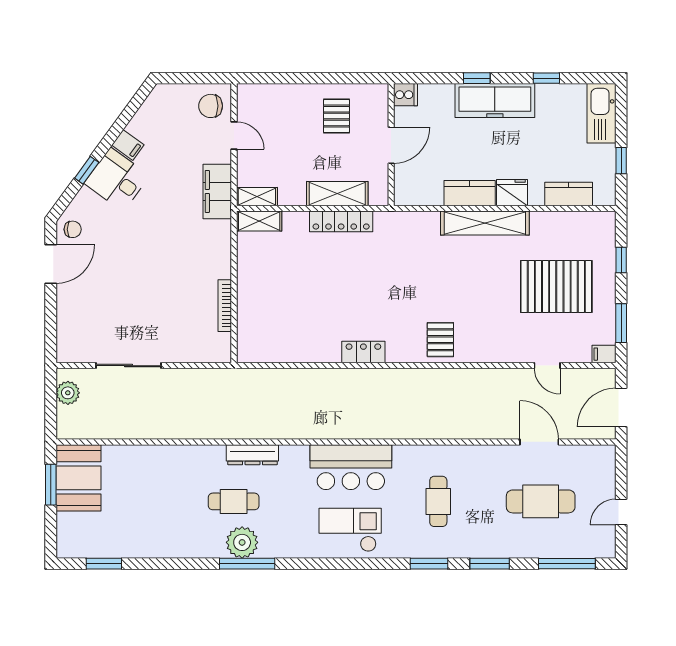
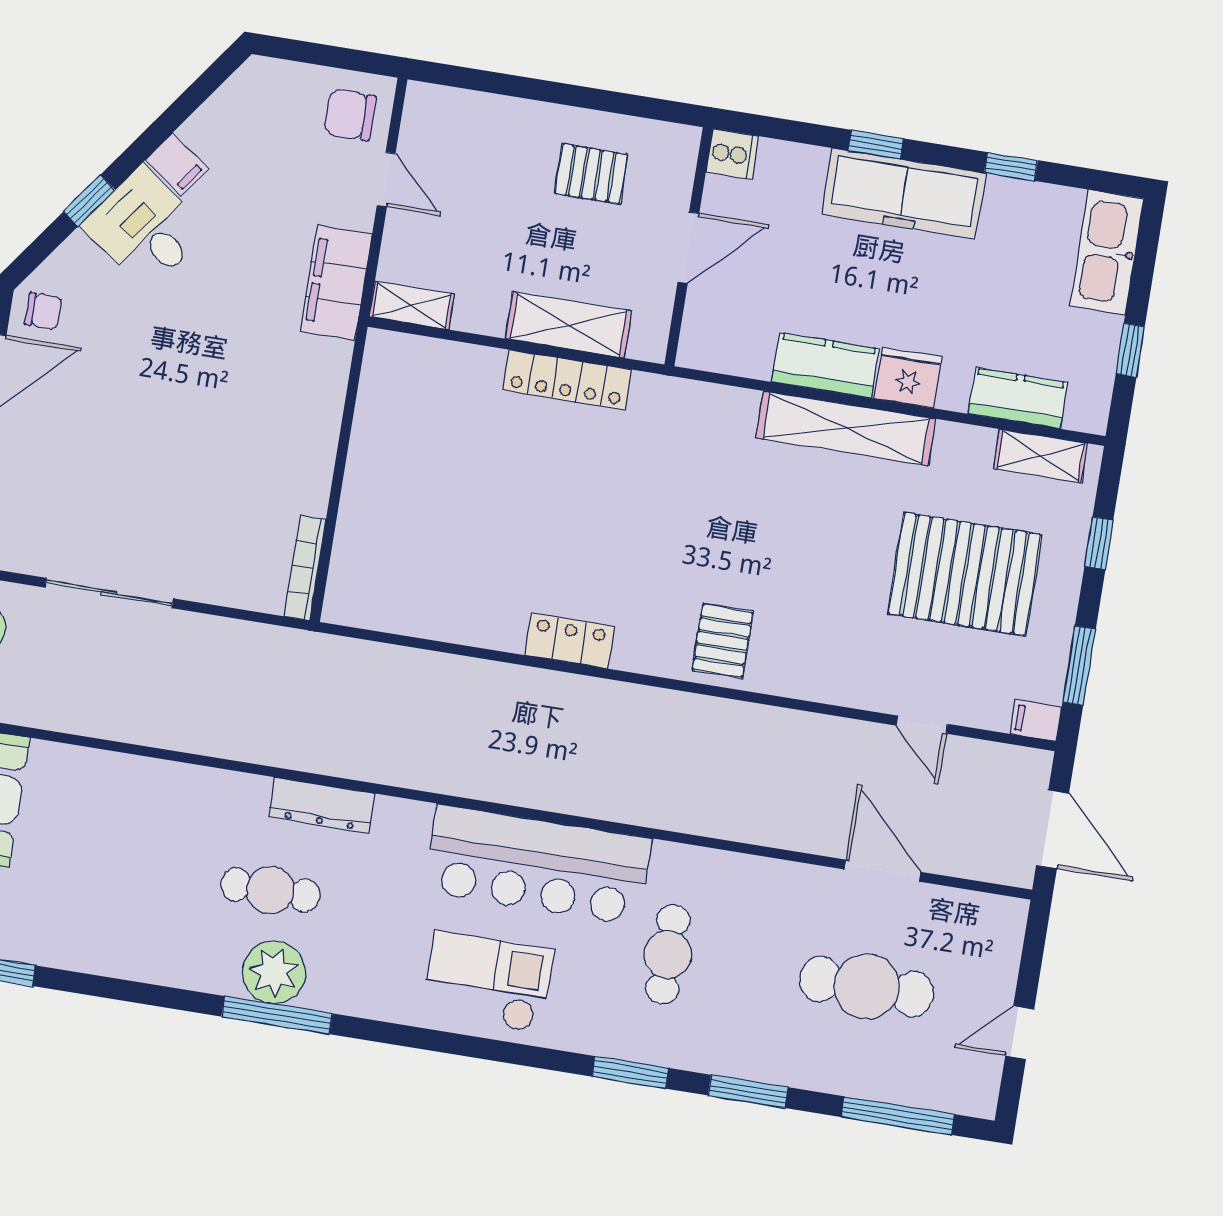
pallet: (336, 116) -> (591, 174), turned 90
shelving: (259, 221) -> (1041, 456), moved
bookcase: (225, 306) -> (305, 568), moved
door: (621, 407) -> (1053, 829), swing flipped
bar counter: (351, 467) -> (538, 865), width x1.36

